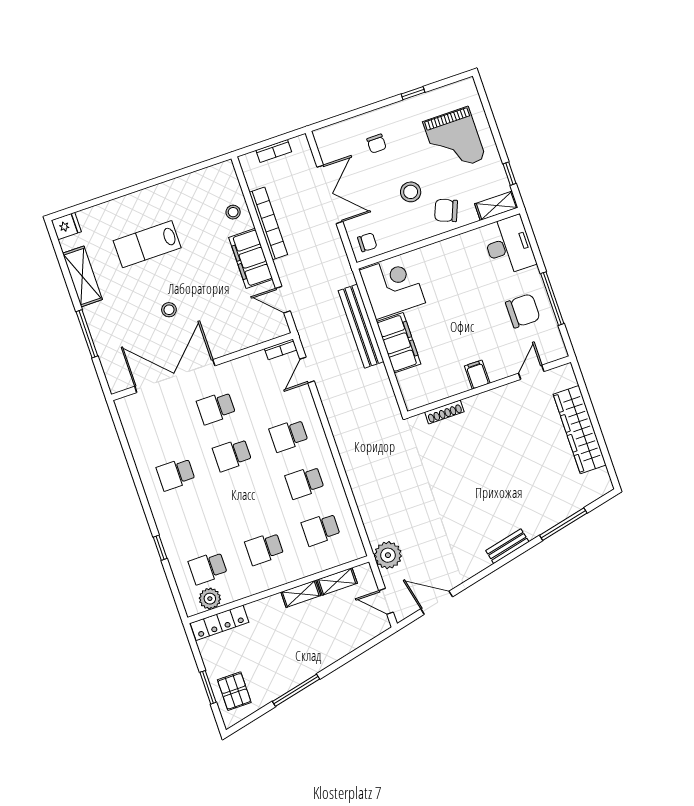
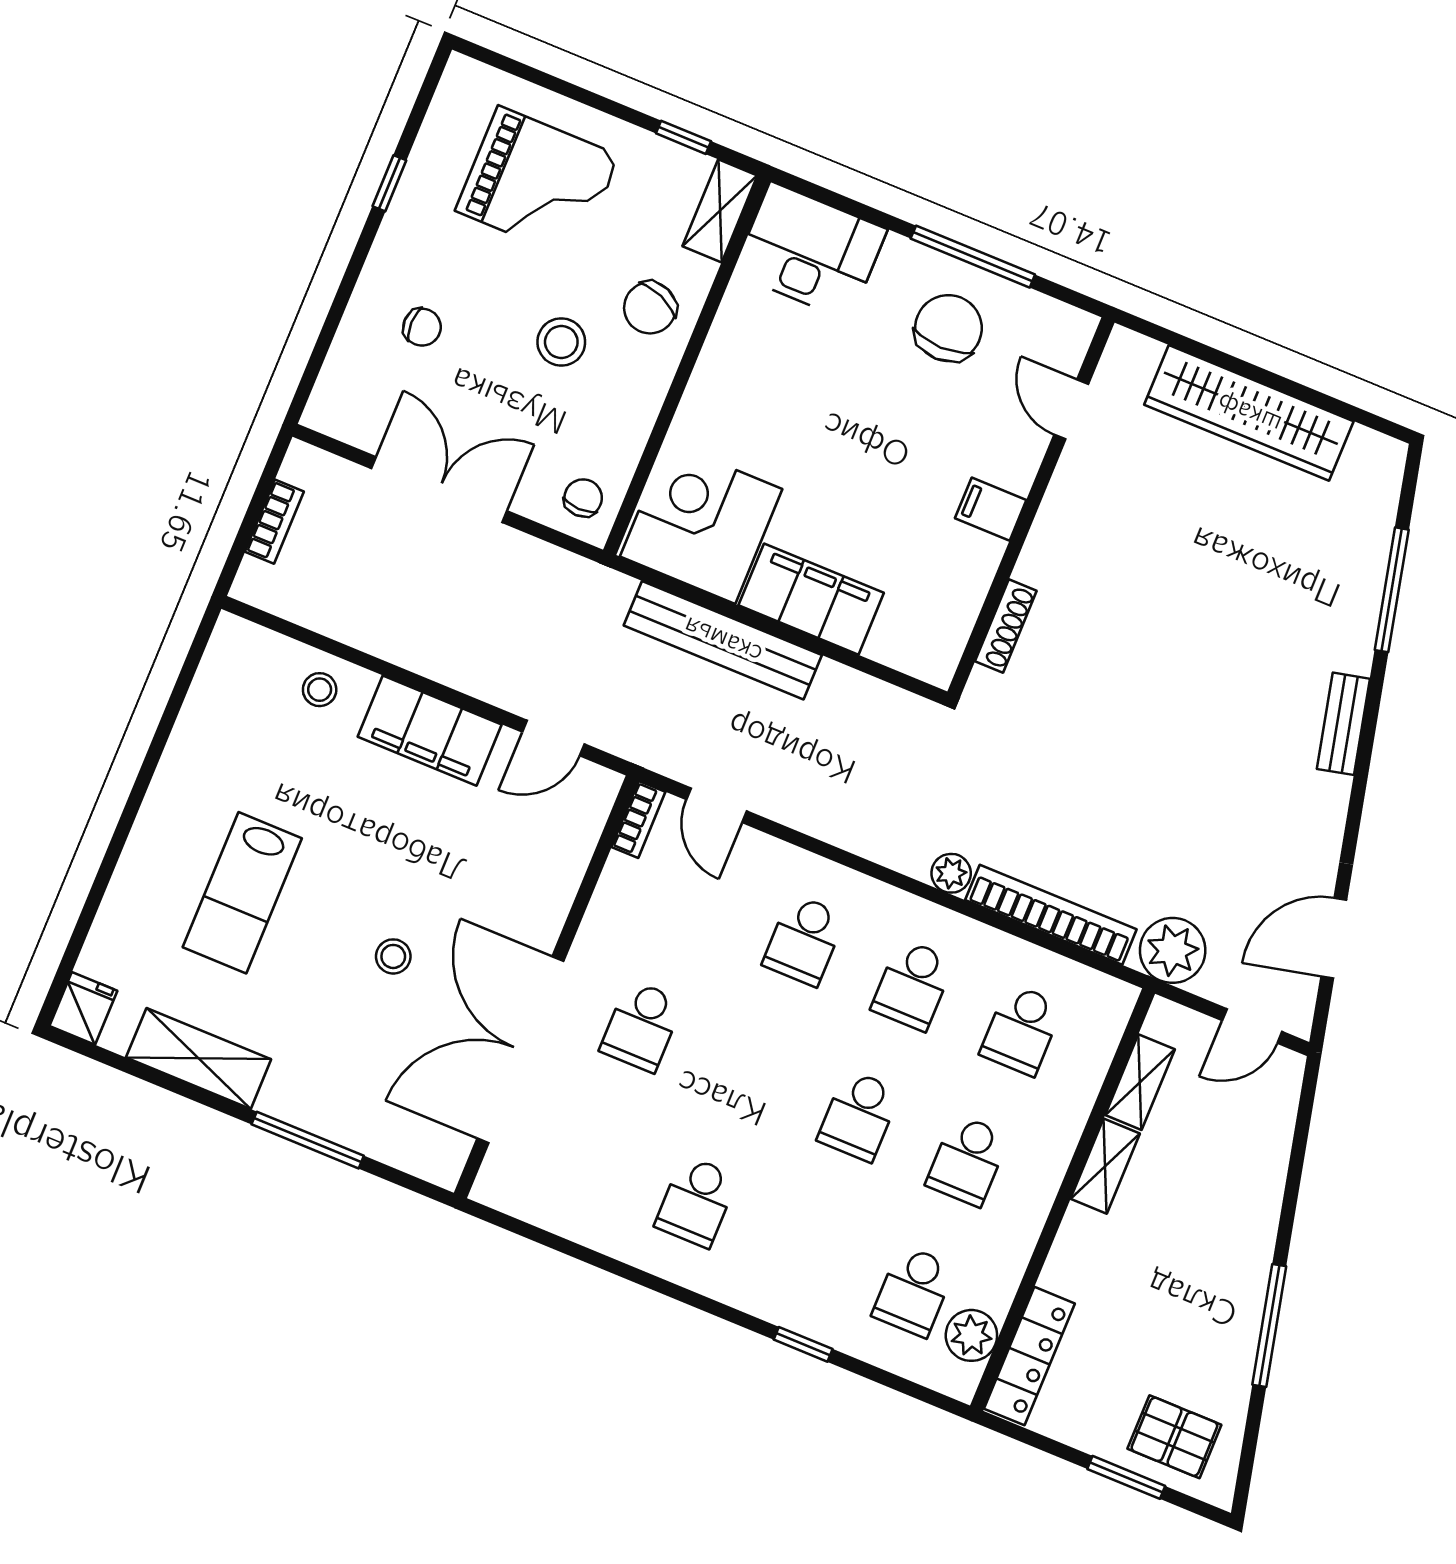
bookcase: (268, 223) -> (1051, 915), moved
school desk: (232, 455) -> (859, 1116), moved
plant: (351, 463) -> (951, 873), added

